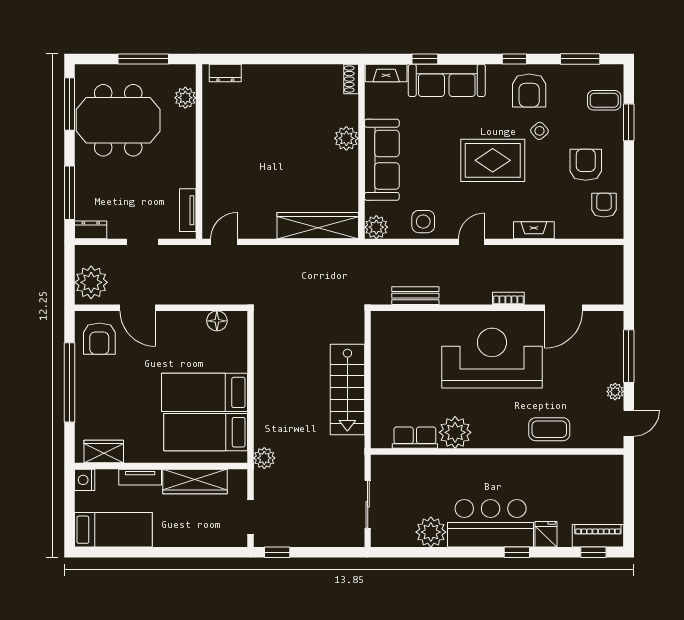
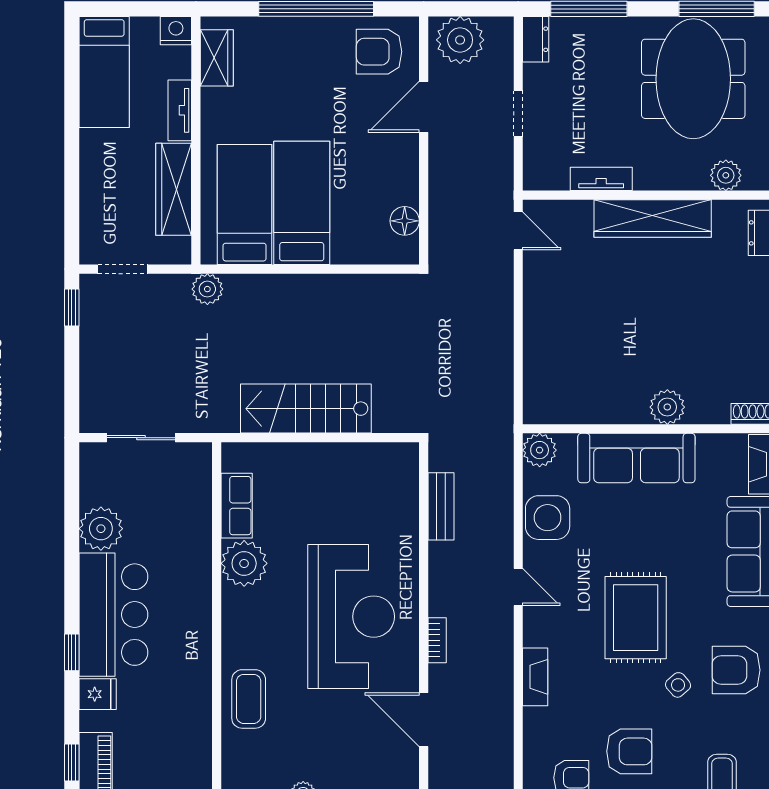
tv unit: (188, 210) -> (601, 179), moved
side table: (423, 222) -> (548, 518), width x1.37, depth x1.37
wardrobe: (318, 226) -> (653, 219), moved, turned 90

